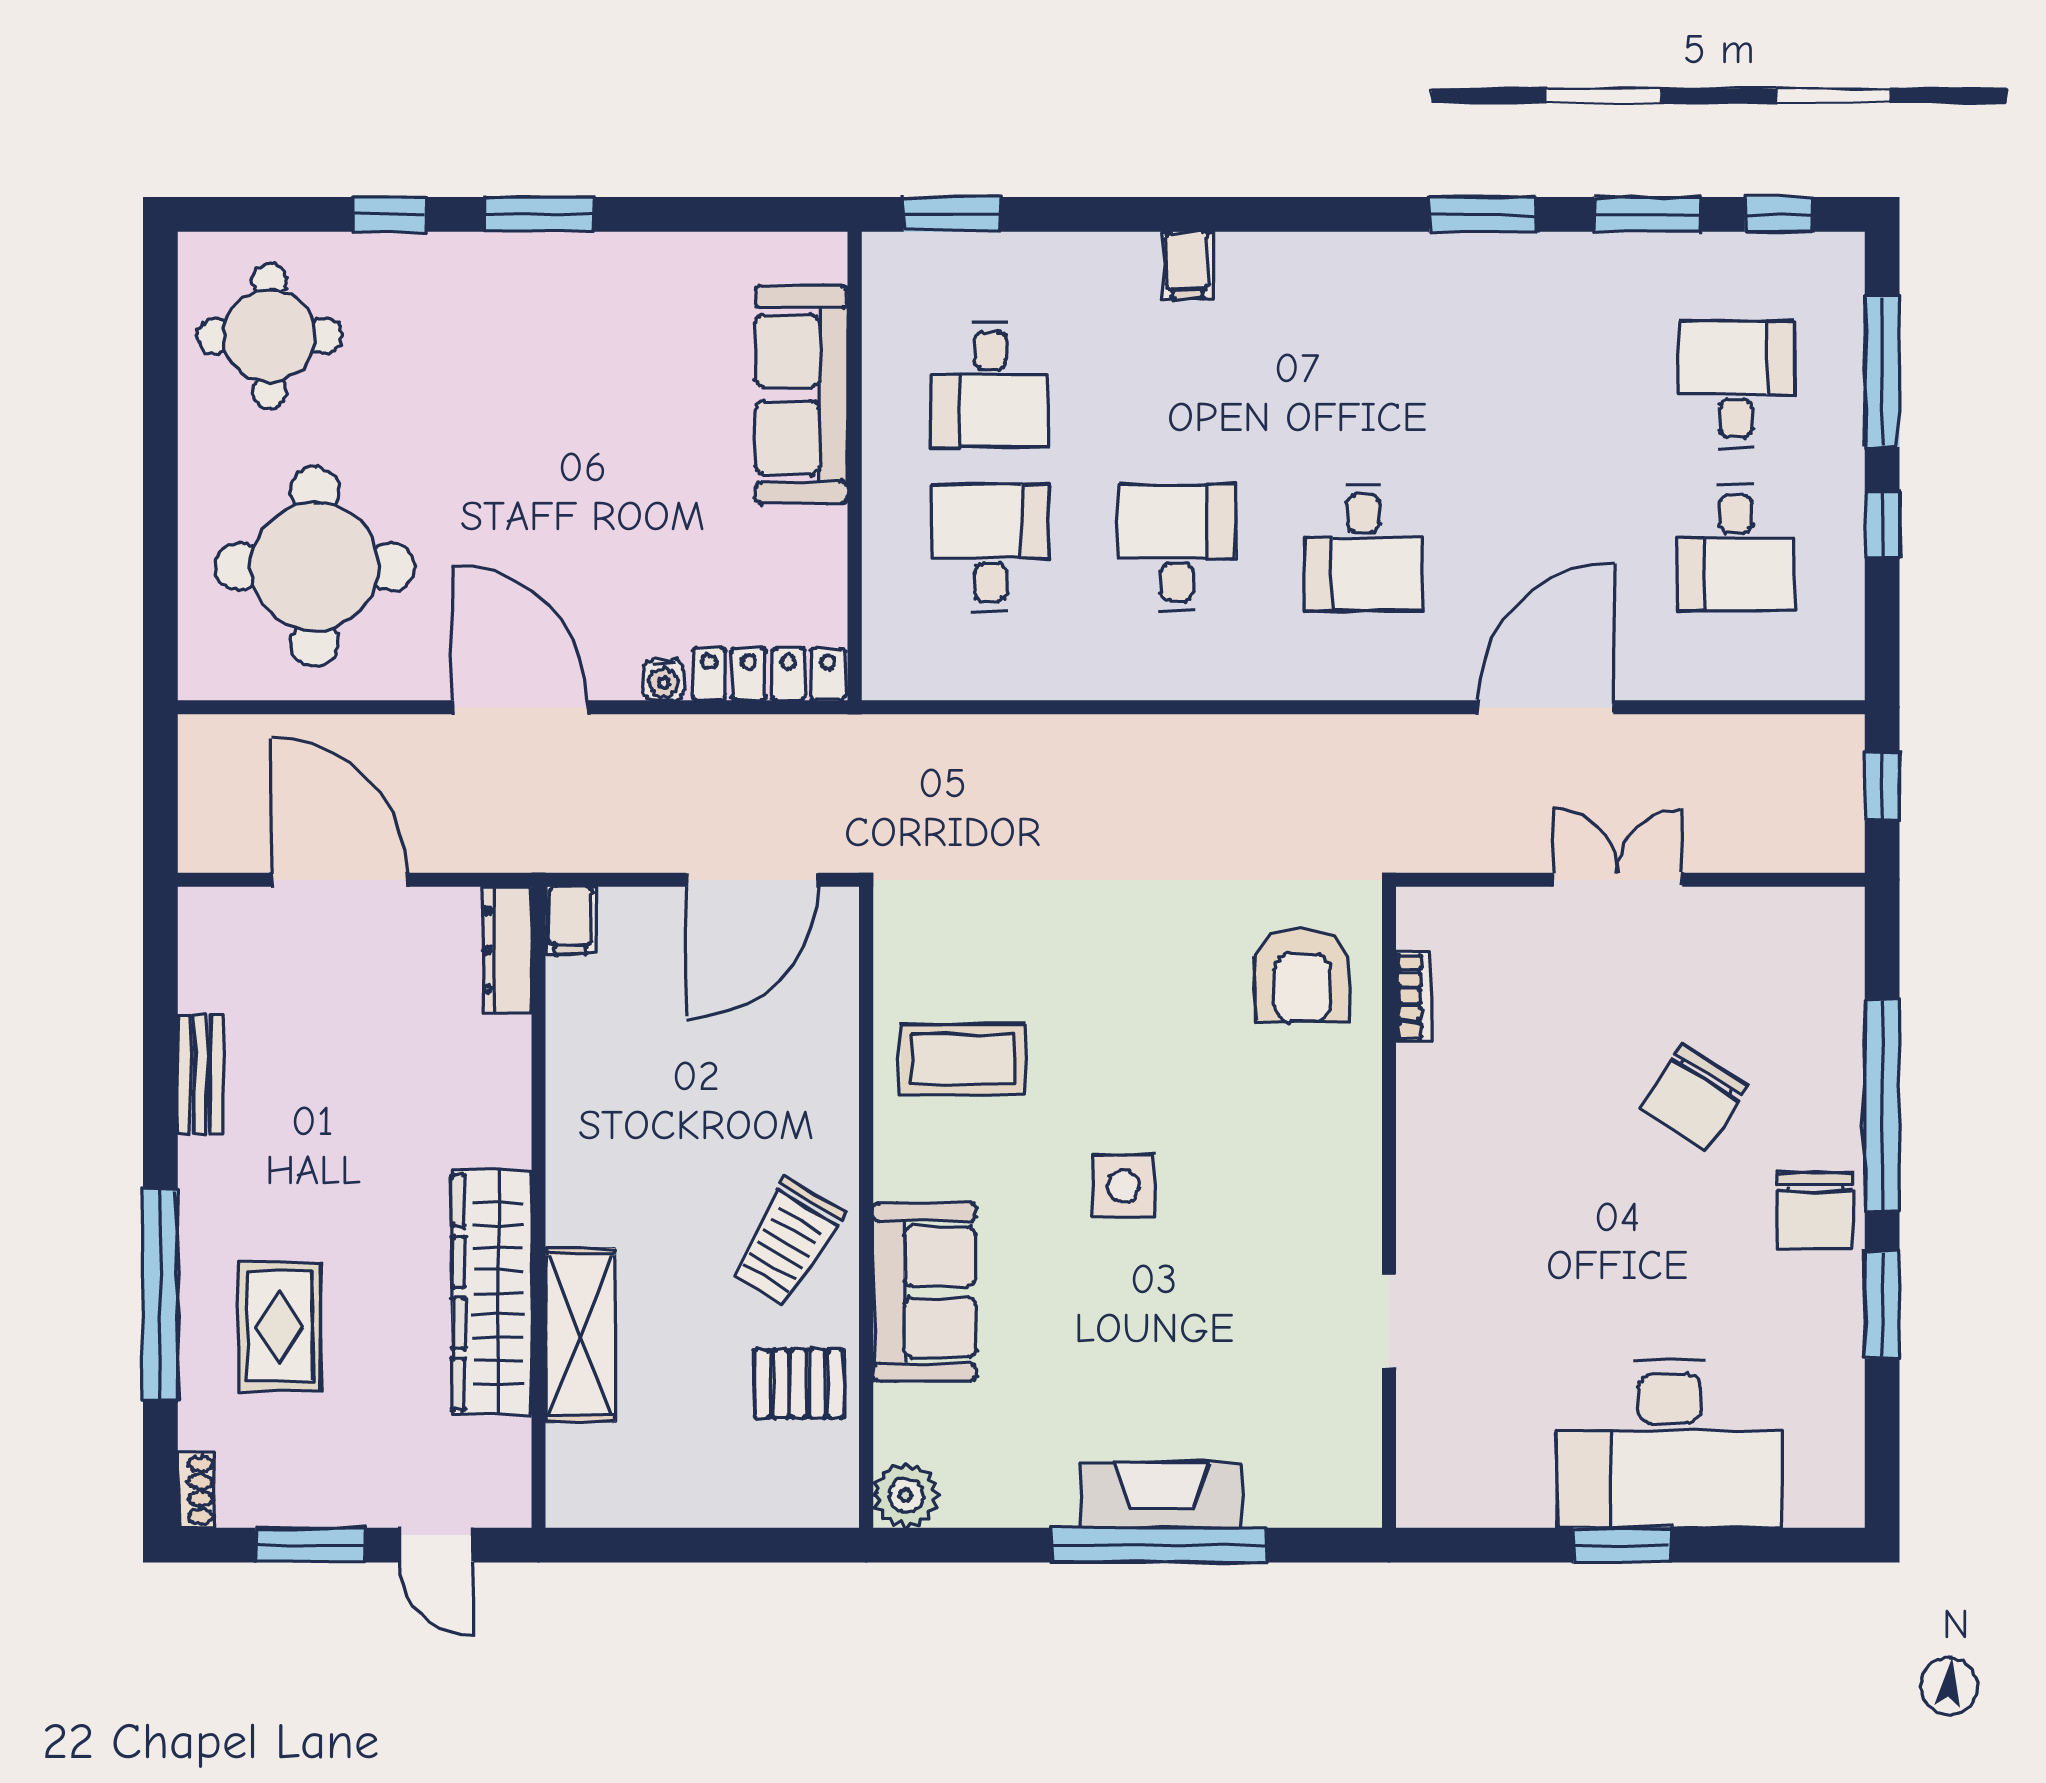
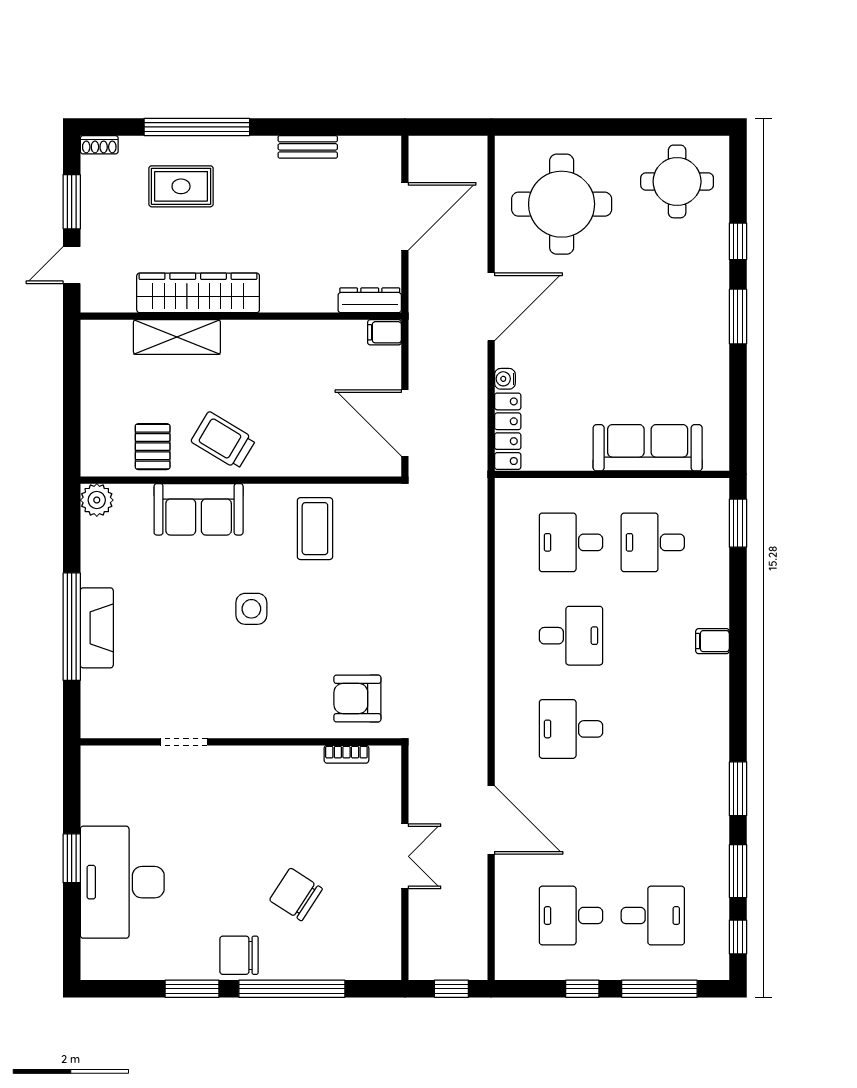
desk: (990, 548) -> (571, 542), turned 180

